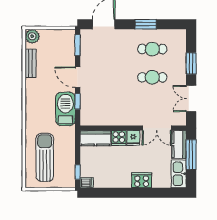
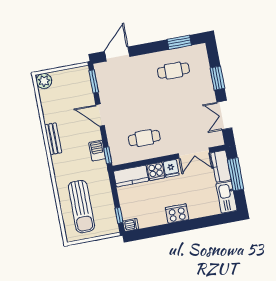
window: (146, 24) -> (179, 42), moved
bench: (31, 63) -> (53, 139), moved
cafe table: (152, 77) -> (144, 138), moved
window: (78, 101) -> (108, 155), moved
barbecue: (65, 109) -> (97, 151), width x0.53, depth x0.65
sun lounger: (45, 157) -> (81, 207), turned 180
cooker: (142, 180) -> (177, 214), moved

